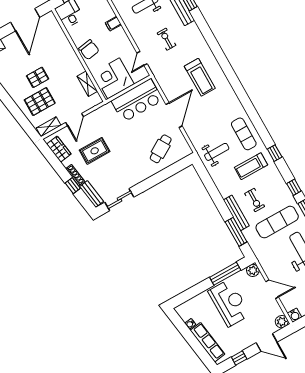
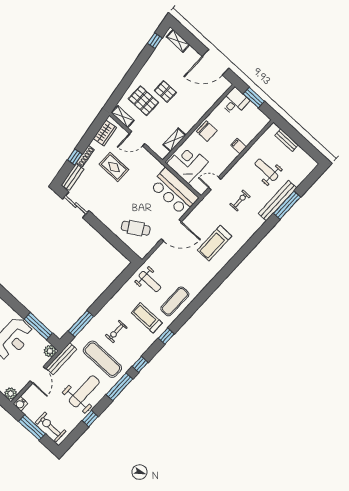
chair: (89, 50) -> (207, 131), turned -81
bench: (236, 213) -> (61, 359), moved

